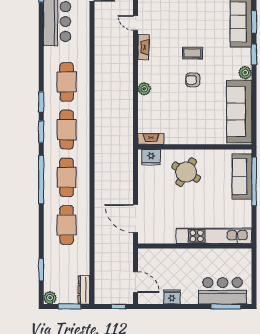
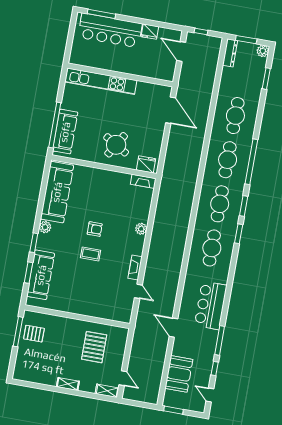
bar counter: (222, 291) -> (110, 30), width x1.36

